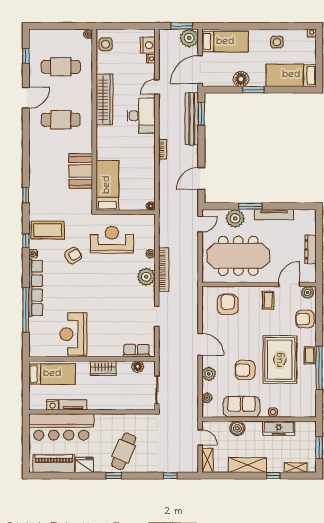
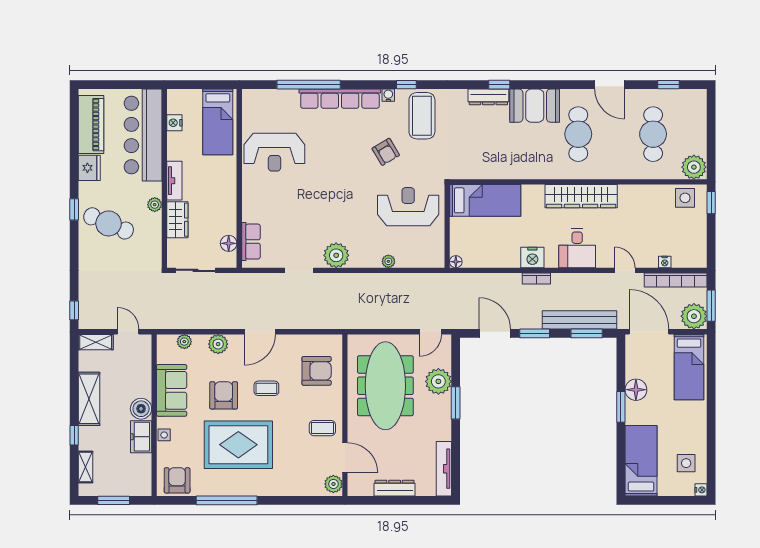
window: (109, 26) -> (711, 203), added
plant: (88, 34) -> (694, 167), width x1.87, depth x1.87
side table: (277, 42) -> (686, 463), moved
nightstand: (148, 45) -> (532, 258), moved
wardrobe: (104, 100) -> (581, 196), moved
desk: (141, 116) -> (577, 248), width x0.73
window: (201, 151) -> (535, 333), added
booth: (81, 171) -> (535, 106), moved
dresser: (34, 183) -> (488, 97), added
window: (26, 195) -> (499, 85), moved
tv unit: (274, 214) -> (444, 469), moved
door: (200, 224) -> (430, 332), hinge flipped
reception desk: (112, 240) -> (408, 207), turned -90
bookcase: (164, 270) -> (676, 280), moved
plant: (146, 277) -> (336, 255), moved
armchair: (305, 319) -> (177, 480), moved
reception desk: (73, 334) -> (274, 152), turned 180
coffee table: (310, 355) -> (266, 388), moved
wardrobe: (103, 368) -> (177, 220), moved, turned 180
tv unit: (73, 405) -> (174, 181), moved
plant: (110, 419) -> (155, 205), added
boiler: (237, 428) -> (141, 409), moved
freezer: (279, 428) -> (141, 437), width x0.71
door: (200, 437) -> (128, 332), swing flipped
window: (170, 476) -> (74, 310), moved

